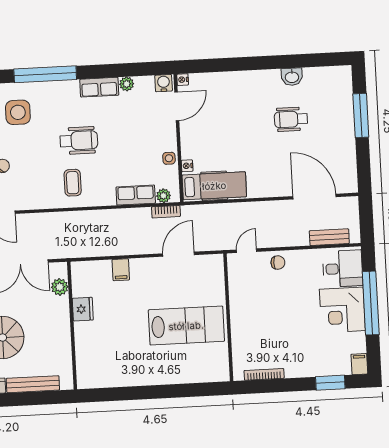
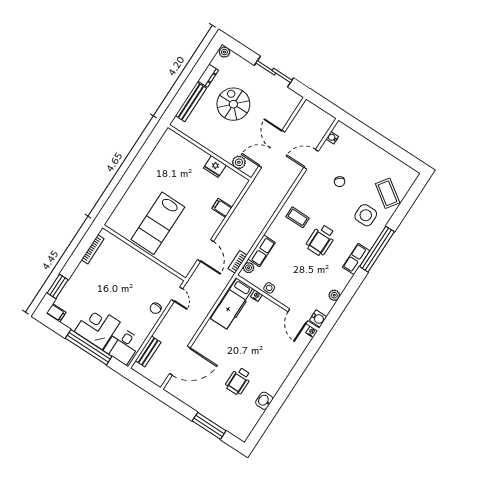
row of seats: (99, 87) -> (356, 259), moved
wheelchair: (291, 119) -> (238, 381), turned 180

